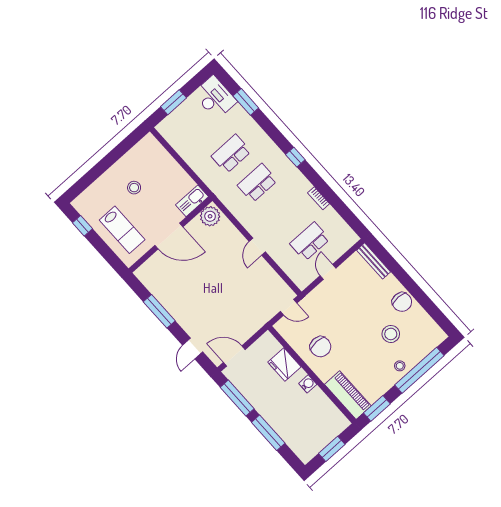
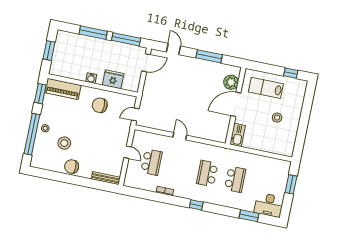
school desk: (257, 183) -> (207, 174), turned 180
plant: (210, 216) -> (231, 82), moved

